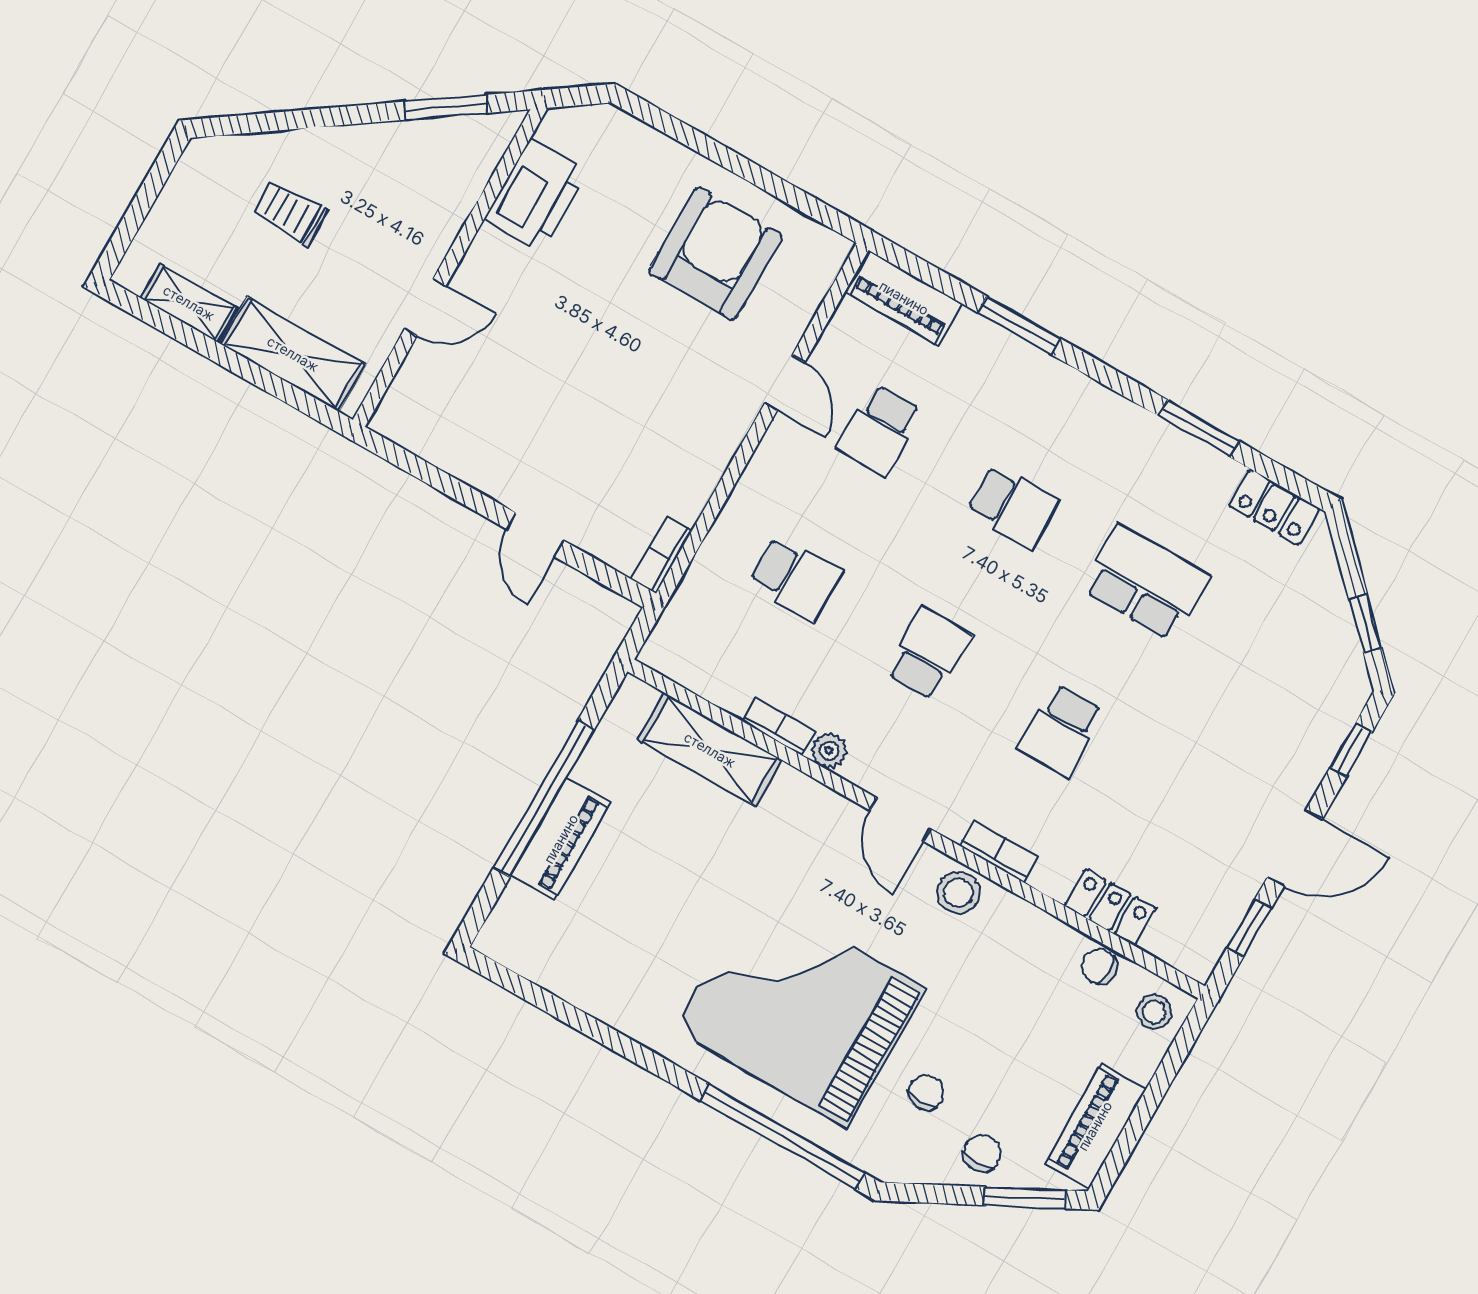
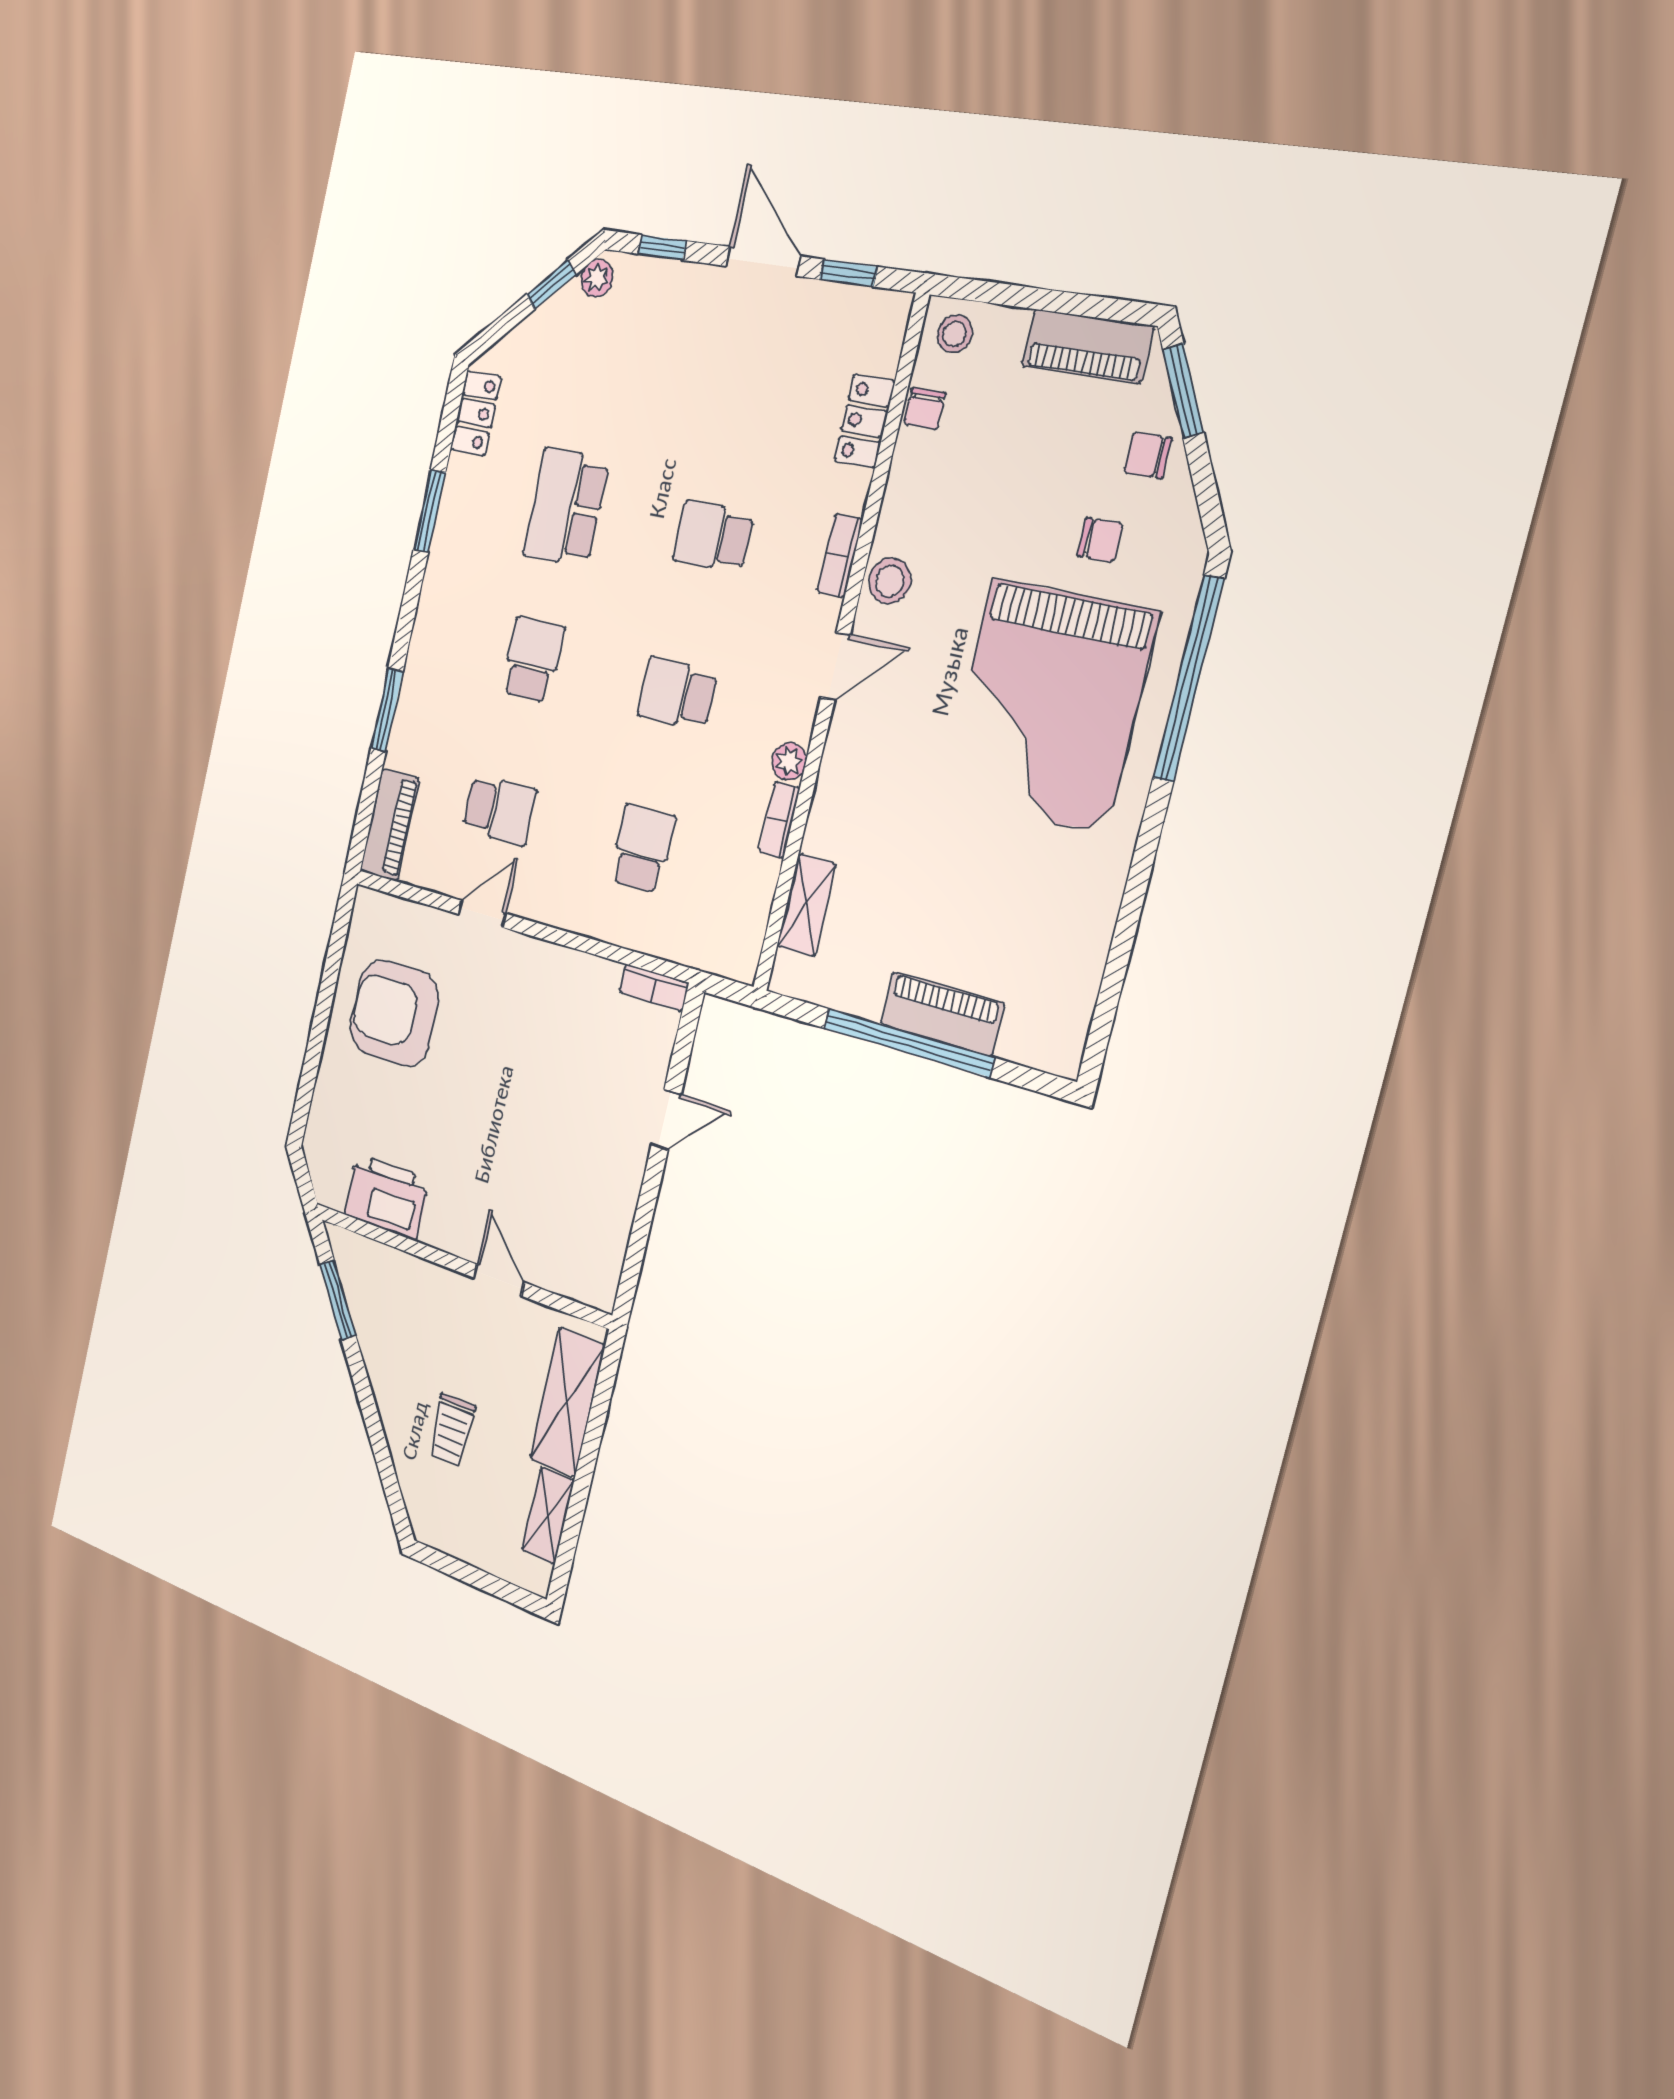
plant: (1351, 674) -> (597, 278), added
school desk: (1061, 730) -> (713, 537), turned 180
shelving: (710, 750) -> (806, 905), width x0.67, depth x0.75
chair: (926, 1093) -> (1100, 540), turned 180

